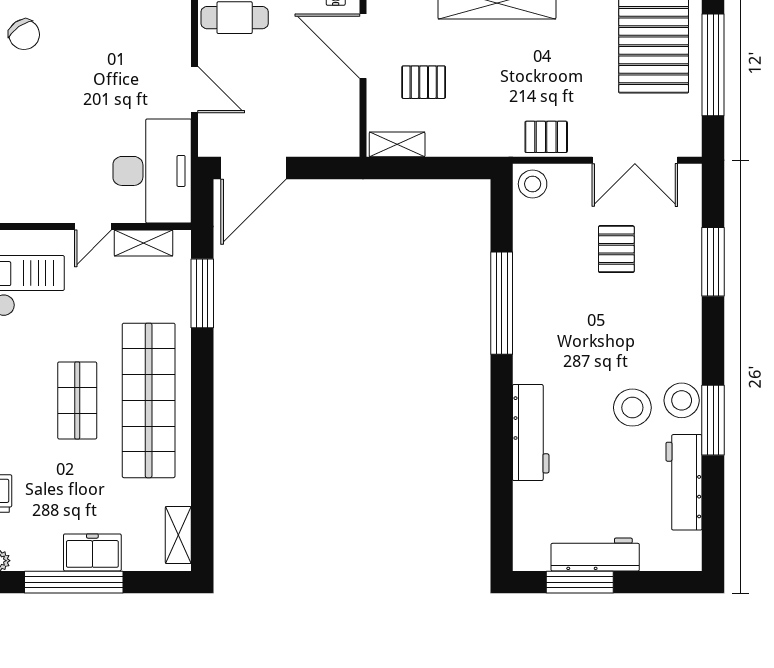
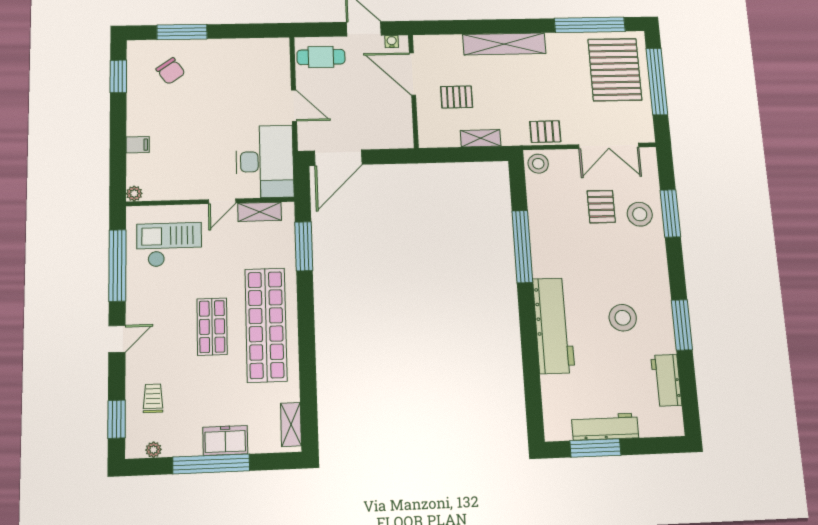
shelving: (397, 144) -> (481, 138), moved
stool: (682, 400) -> (640, 214), moved
workbench: (531, 433) -> (554, 326), width x1.36, depth x1.32
workbench: (684, 482) -> (666, 380), width x0.73

